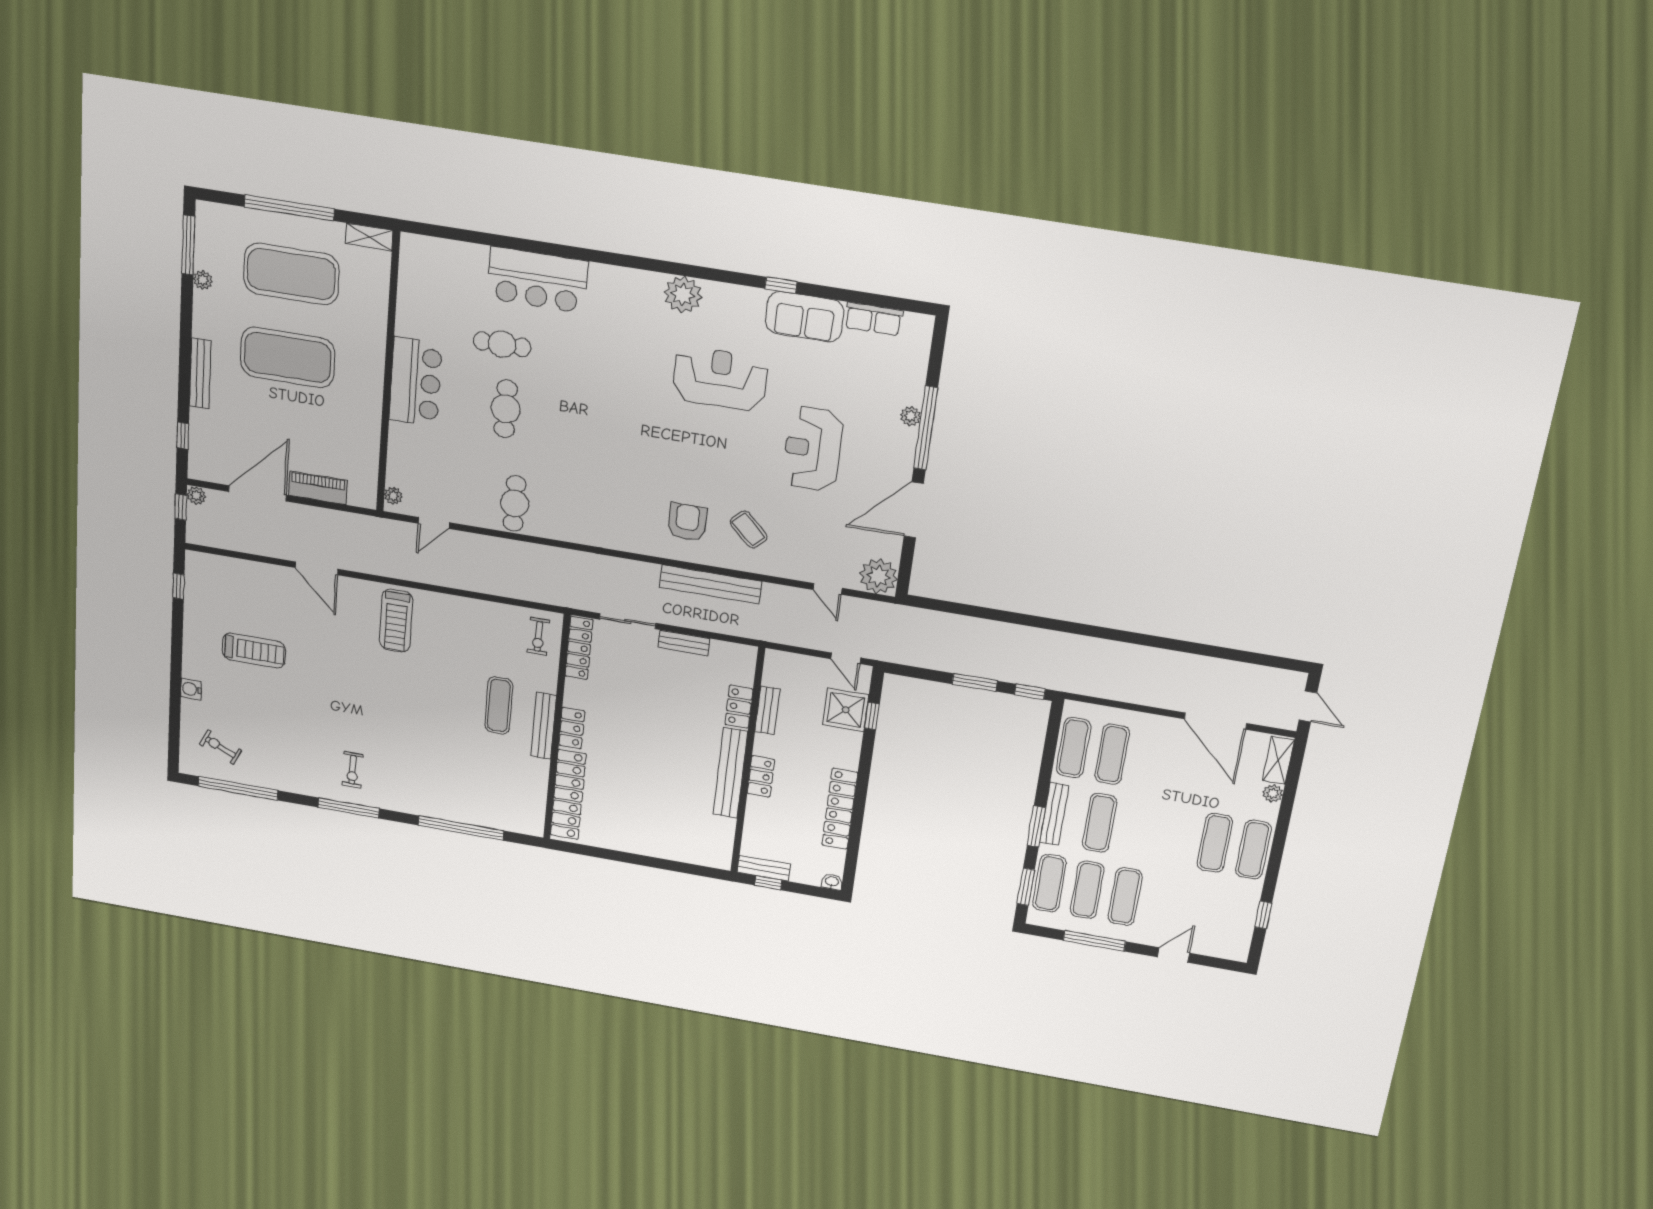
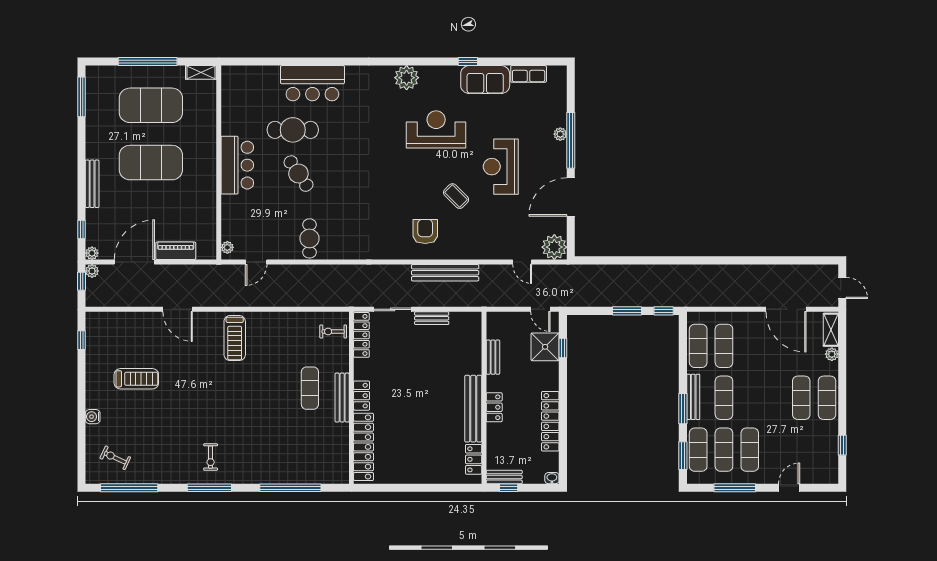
plant: (203, 280) -> (92, 253), moved
cafe table: (502, 344) -> (293, 130), width x1.37, depth x1.35
cafe table: (506, 409) -> (298, 174), turned -34
coffee table: (749, 529) -> (456, 196), moved
exercise bike: (538, 636) -> (333, 332), turned 90
locker: (739, 707) -> (474, 459), moved

